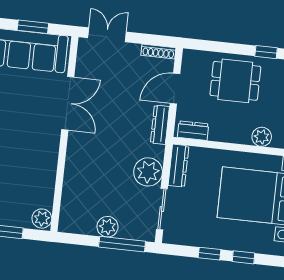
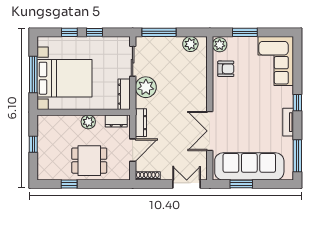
double door: (107, 35) -> (187, 184), swing flipped
plant: (262, 137) -> (88, 122), moved
armchair: (37, 185) -> (226, 69), added
plant: (107, 227) -> (190, 44), moved

